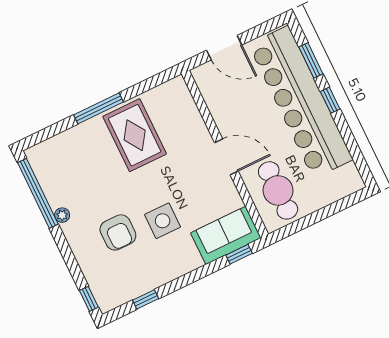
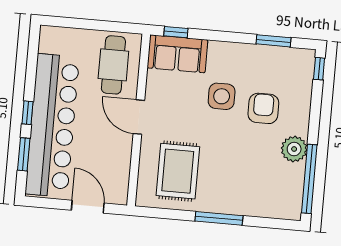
rug: (135, 135) -> (178, 171), moved
plant: (62, 215) -> (294, 149), width x1.88, depth x1.88
window: (146, 299) -> (273, 41), width x1.50

